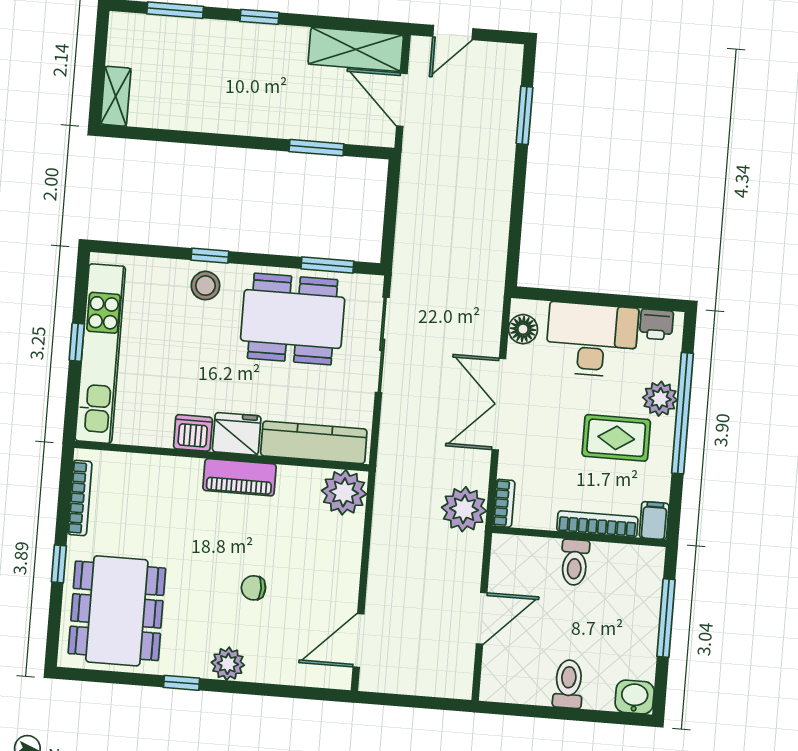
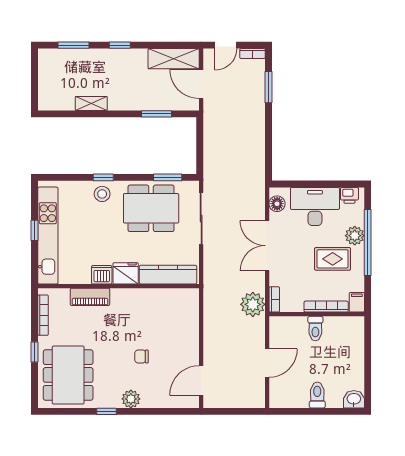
bookcase: (500, 52) -> (253, 54), added
shelving: (116, 96) -> (91, 103), moved, turned 90
piano: (240, 477) -> (90, 297), moved
plant: (344, 492) -> (187, 300), removed
window: (666, 618) -> (368, 355), removed

